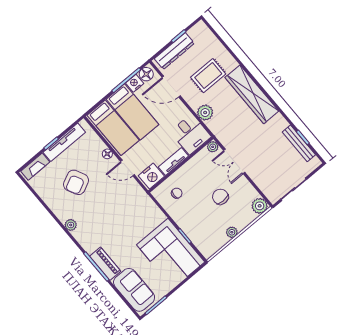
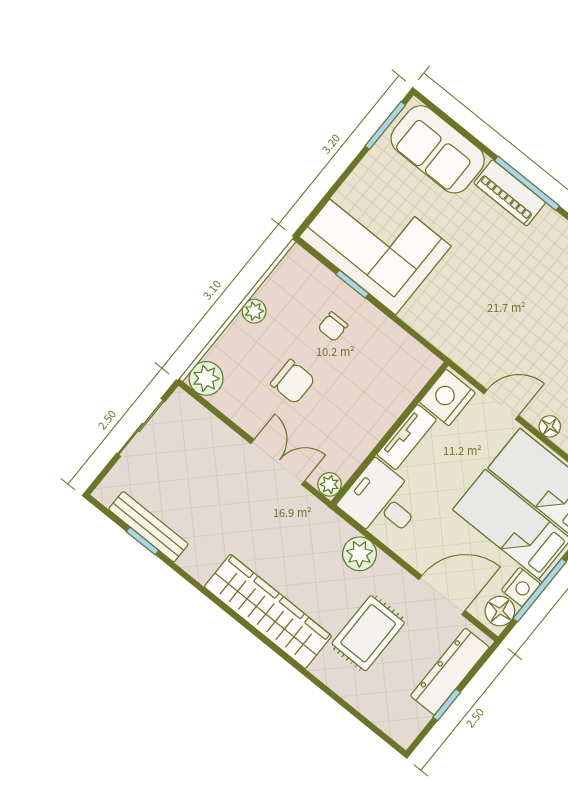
chair: (177, 193) -> (333, 327), moved

